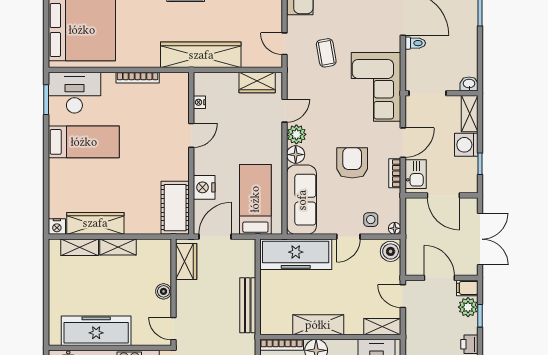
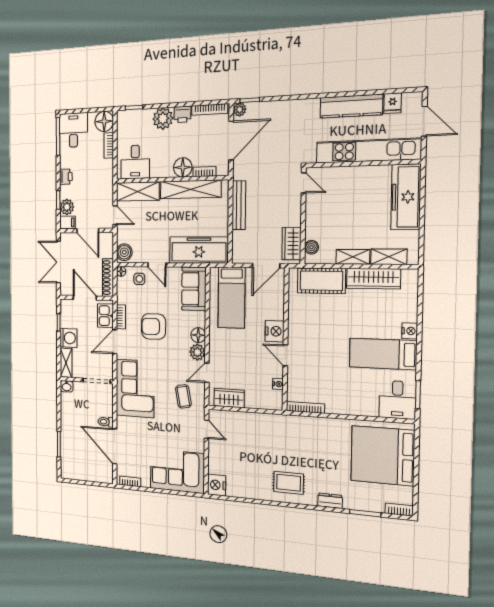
coffee table: (326, 53) -> (183, 396), moved
wardrobe: (201, 55) -> (276, 425), removed
bookcase: (138, 78) -> (305, 407), moved
desk: (74, 93) -> (397, 400), width x0.73
door: (191, 135) -> (285, 355), hinge flipped
armchair: (352, 163) -> (154, 327), turned 90
nightstand: (204, 187) -> (275, 331), moved
sofa: (302, 200) -> (194, 289), width x0.73
cot: (175, 208) -> (321, 281), moved, turned 90
shoe rack: (412, 221) -> (108, 278), added
nightstand: (57, 227) -> (410, 331), moved, turned 90
door: (348, 237) -> (157, 265), swing flipped
boiler: (164, 291) -> (311, 247), moved
shelving: (318, 325) -> (191, 189), width x1.47
shelving: (382, 327) -> (138, 191), width x1.50, depth x1.33
freezer: (96, 331) -> (406, 197), moved, turned 90
bookcase: (282, 345) -> (204, 172), width x0.64

